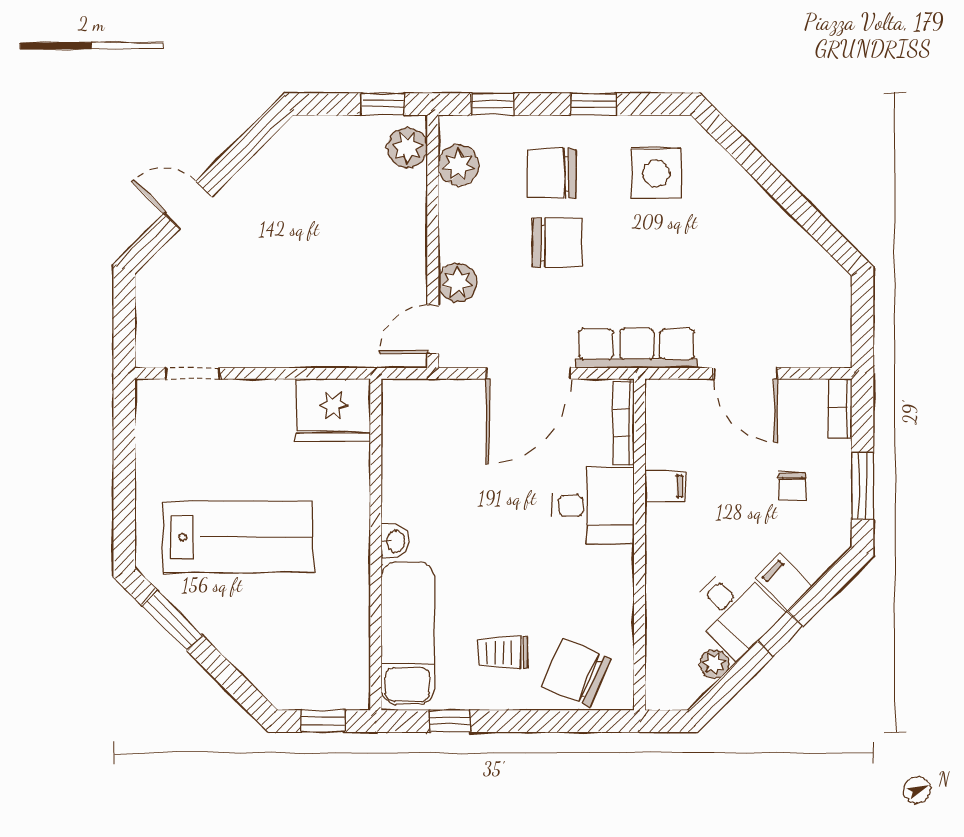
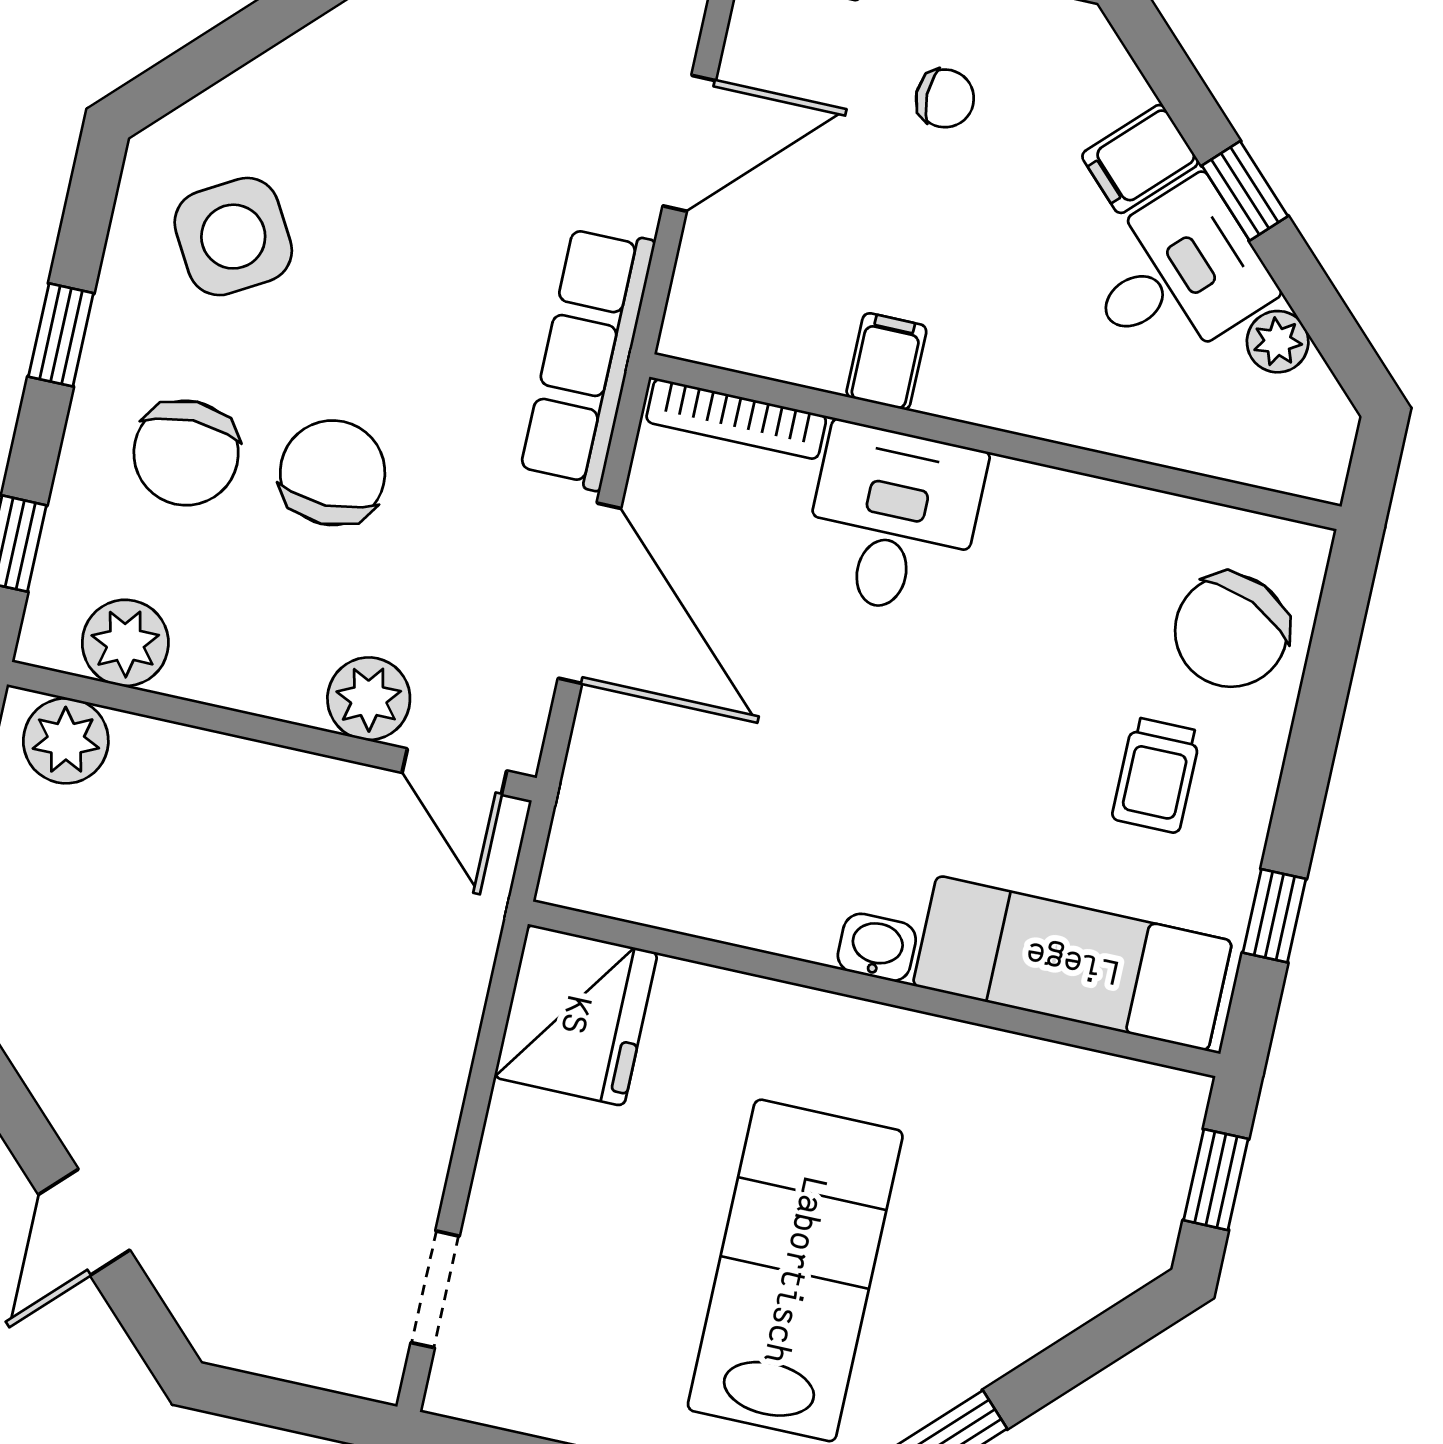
side table: (656, 173) -> (233, 237), turned -30

